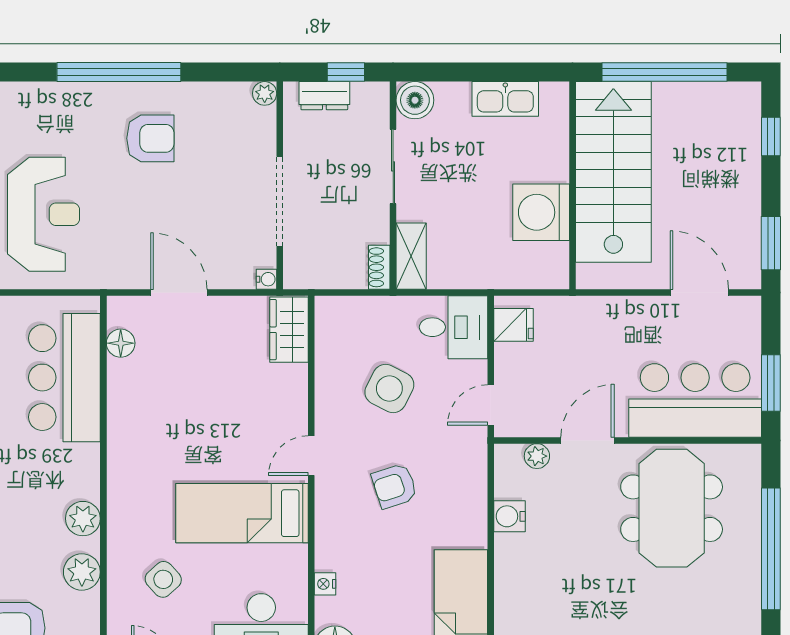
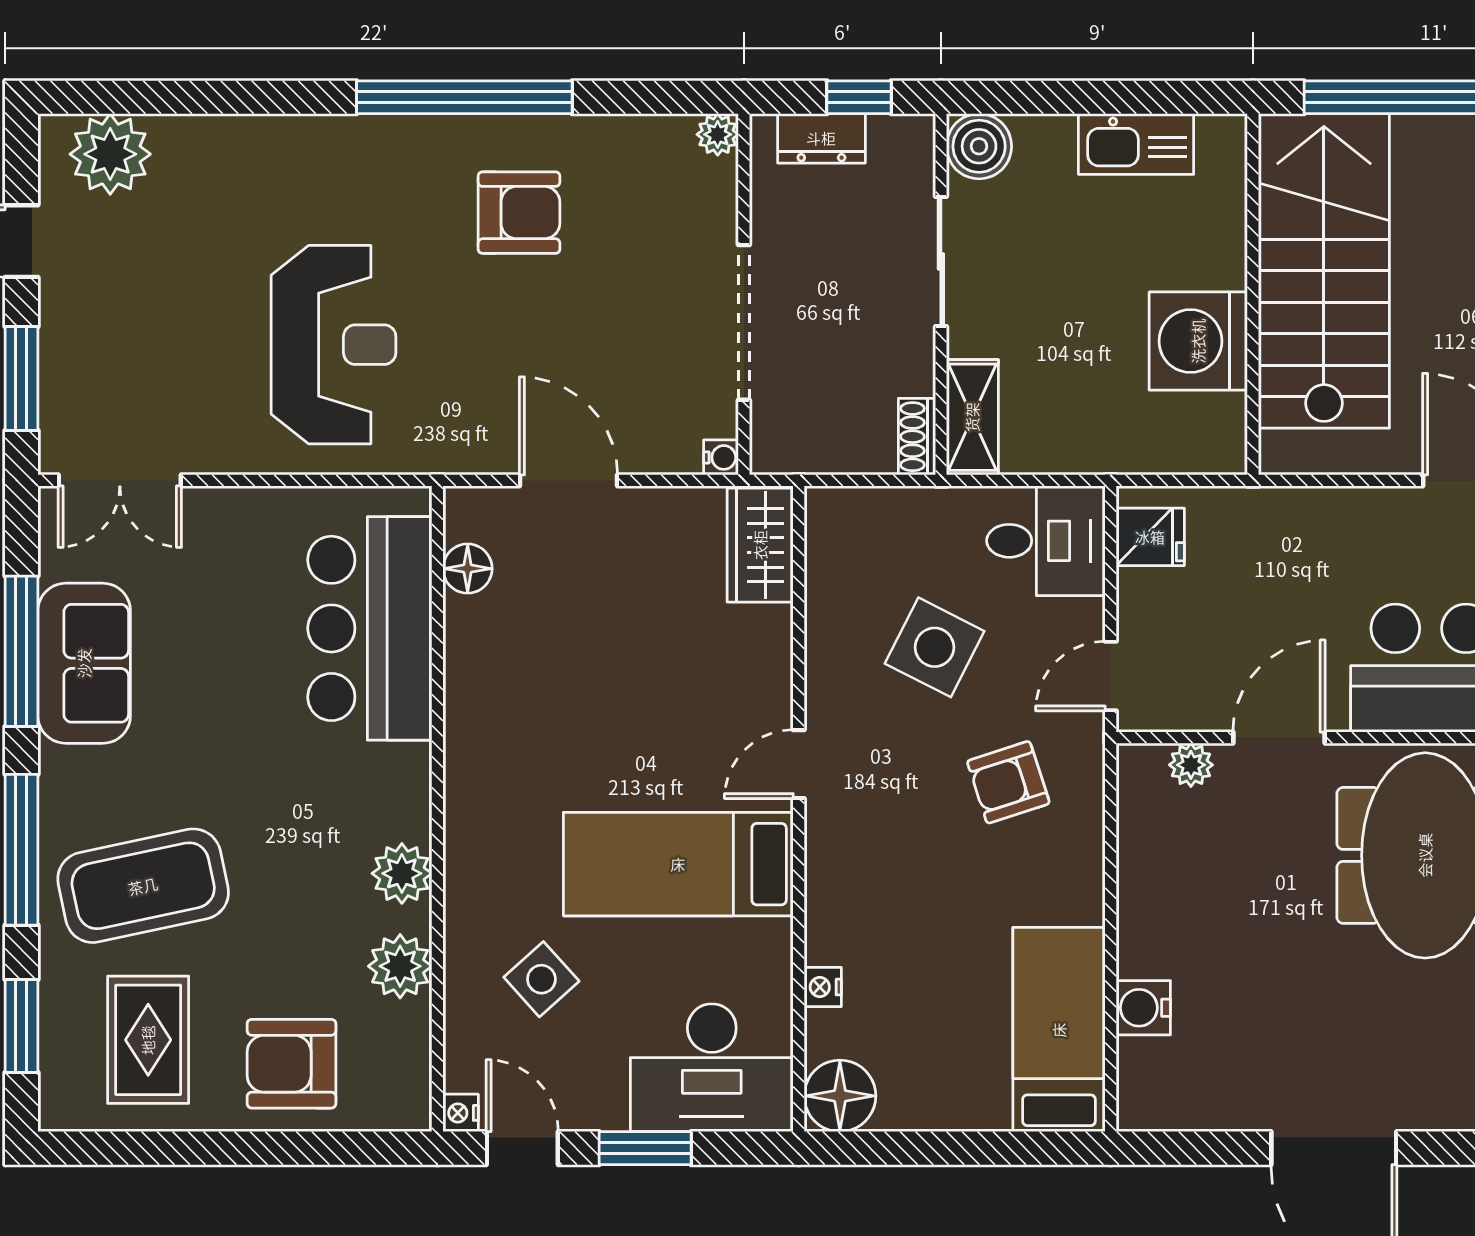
armchair: (394, 486) -> (1008, 782), moved
water cooler: (509, 516) -> (1143, 1008), moved

